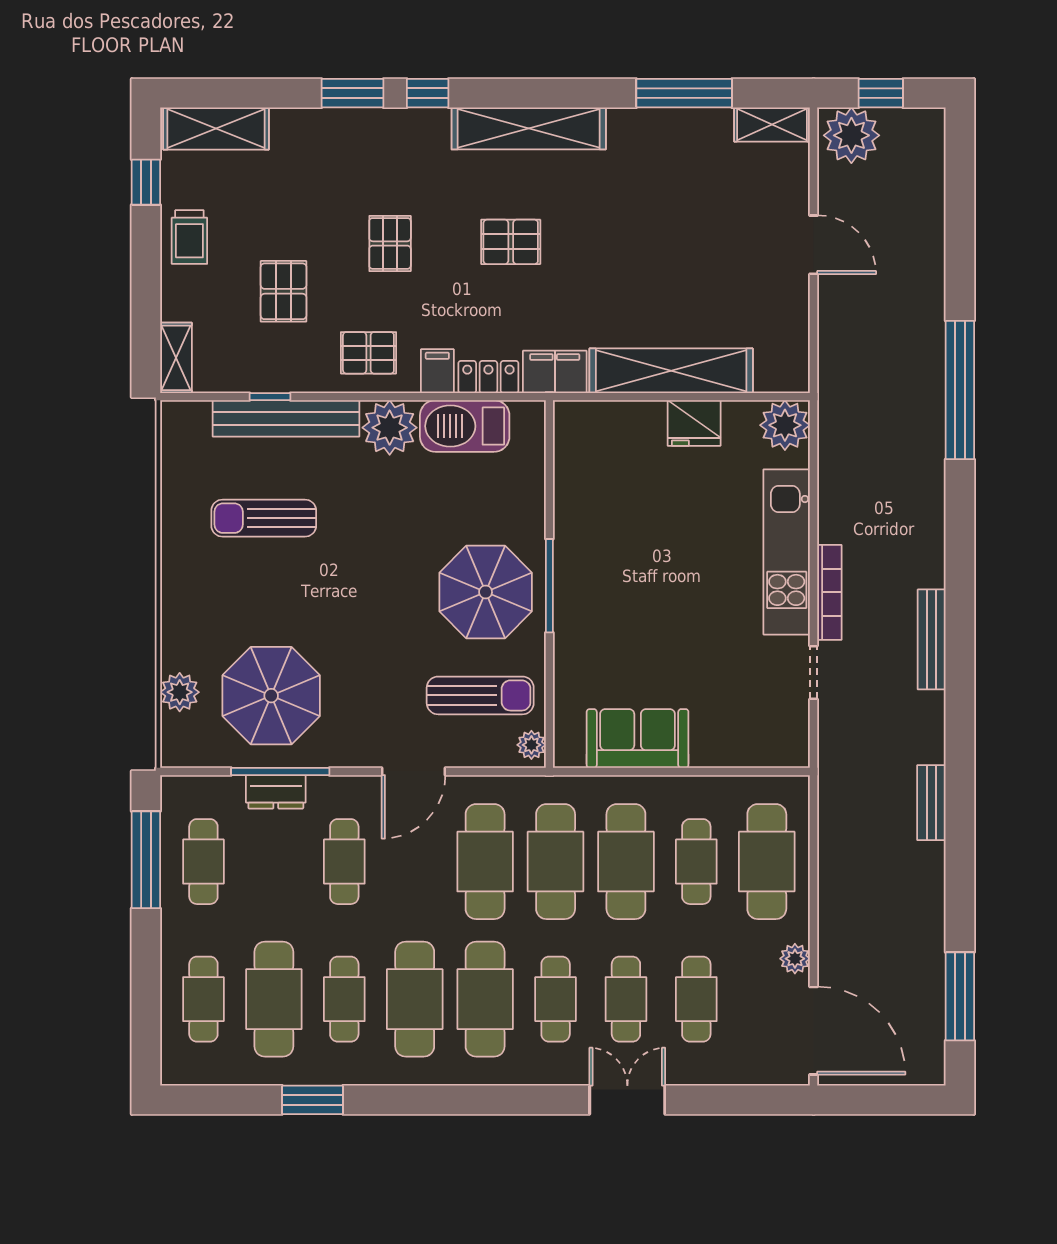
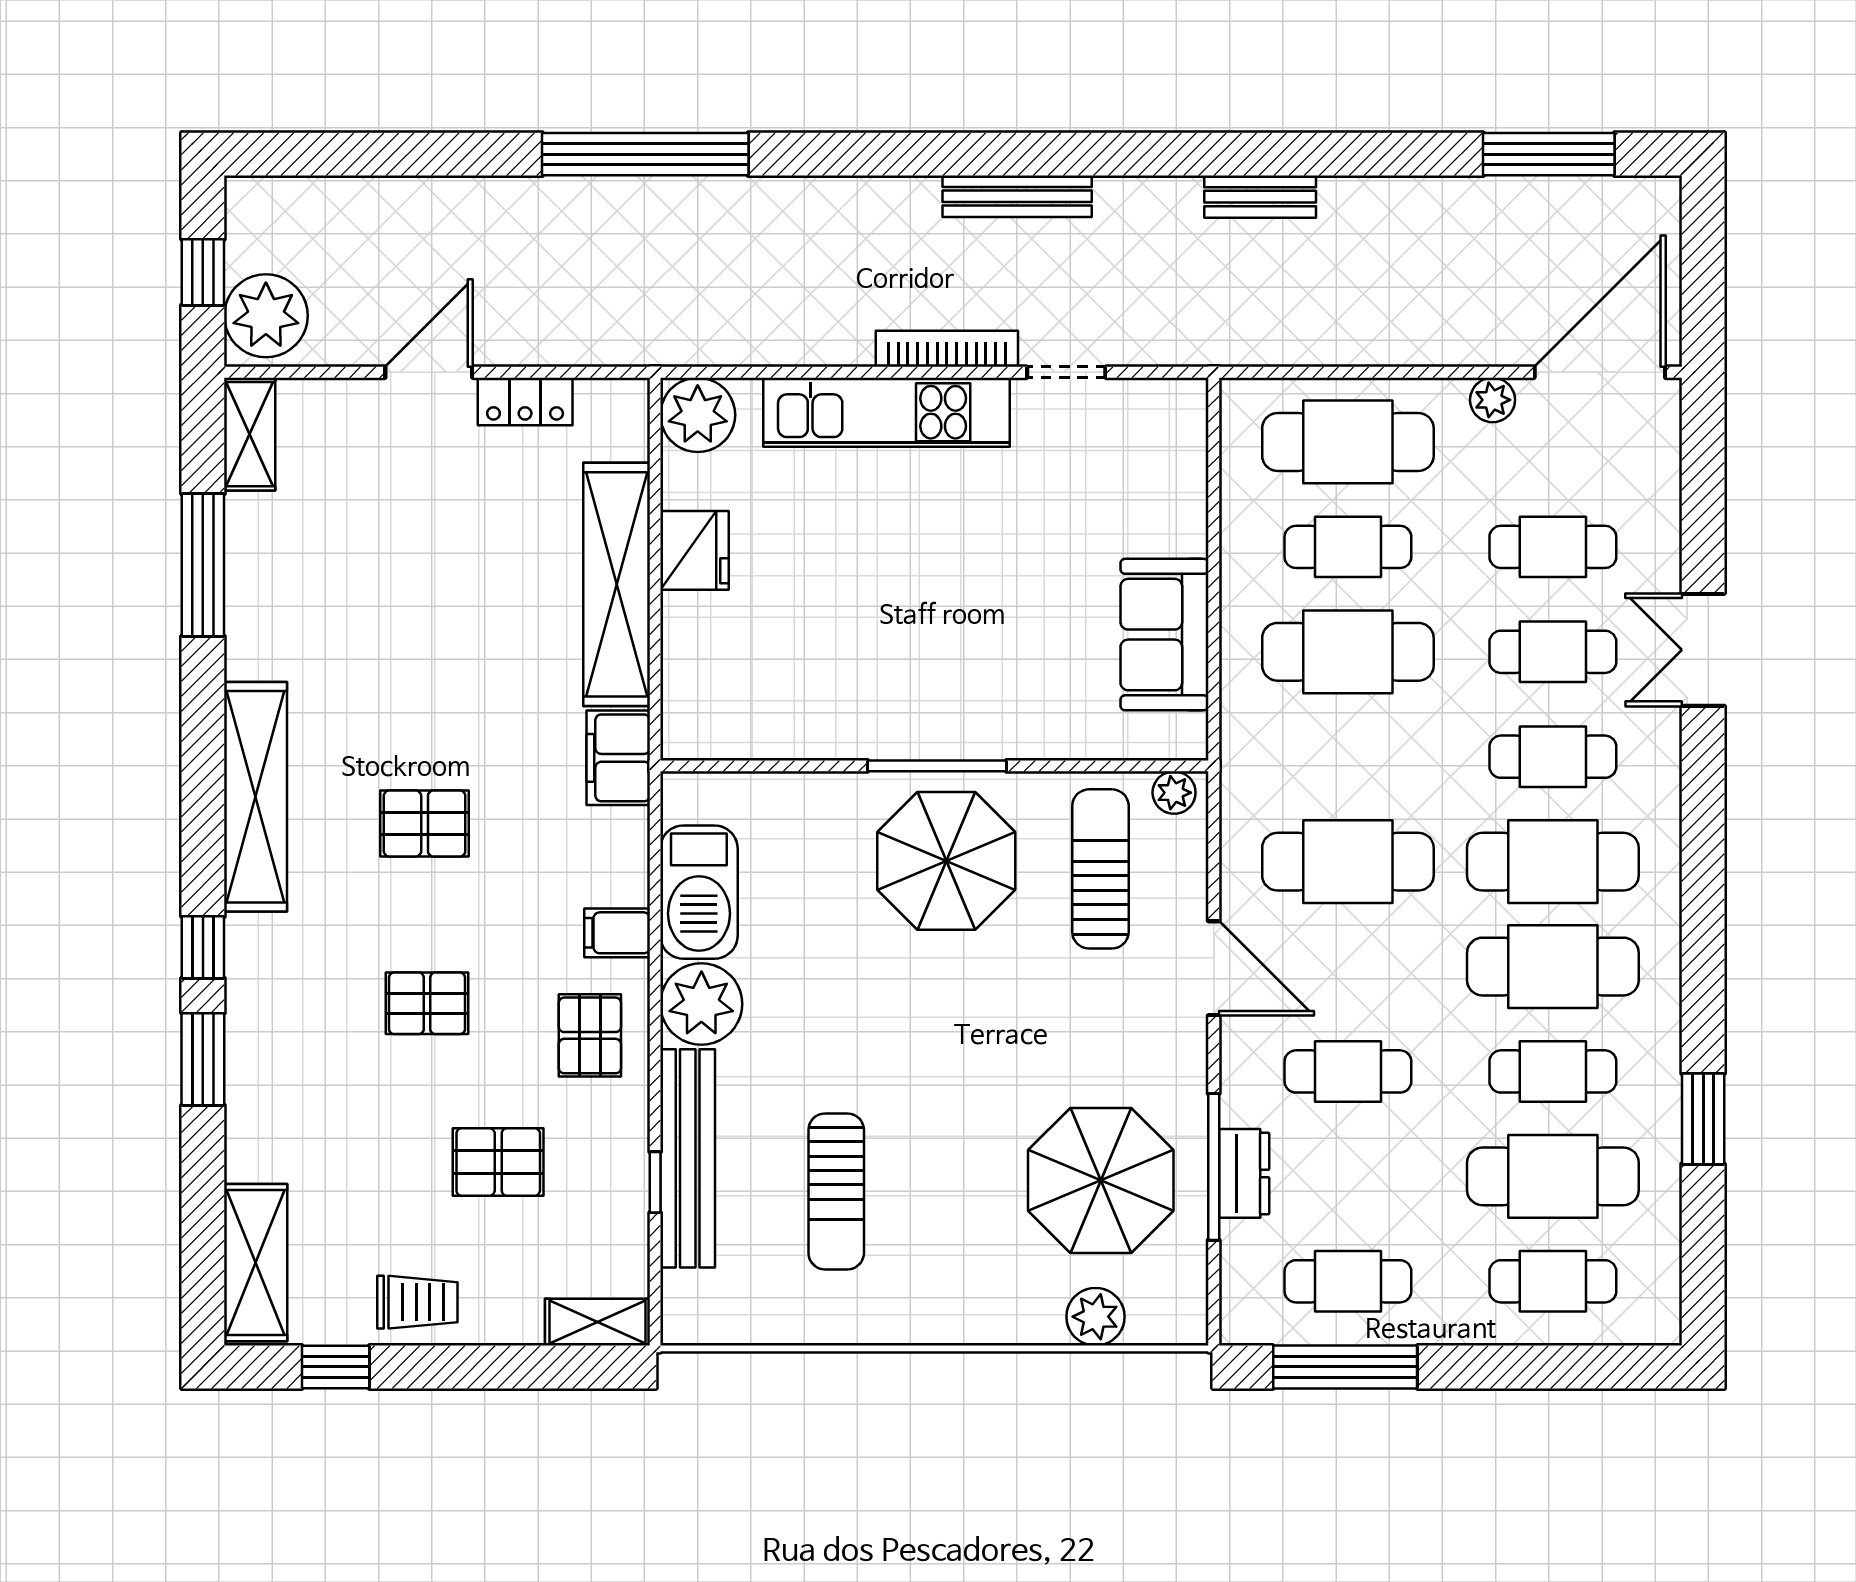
pallet: (511, 242) -> (425, 823), turned 90
locker: (488, 377) -> (525, 401), moved, turned -90
cafe table: (556, 862) -> (1348, 757), removed

